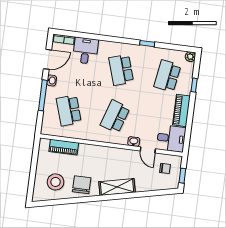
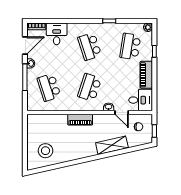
piano: (64, 147) -> (80, 120), moved
chair: (82, 185) -> (68, 150), removed
shelving: (117, 187) -> (112, 145), moved

